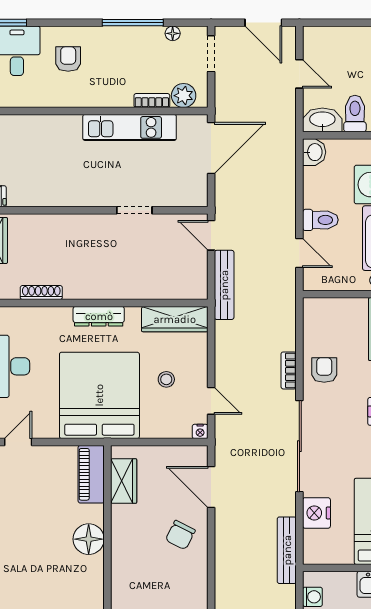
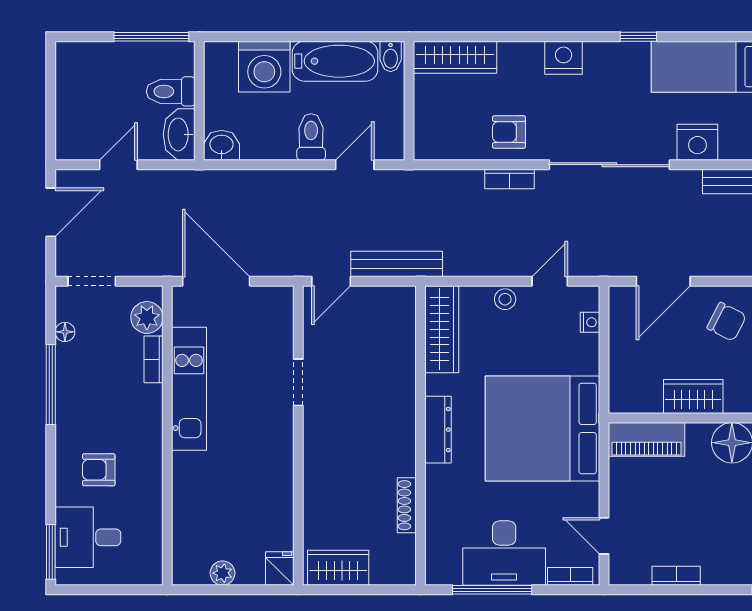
stool: (166, 379) -> (505, 299), moved
nightstand: (200, 431) -> (590, 322), moved
wardrobe: (124, 481) -> (693, 396), moved

